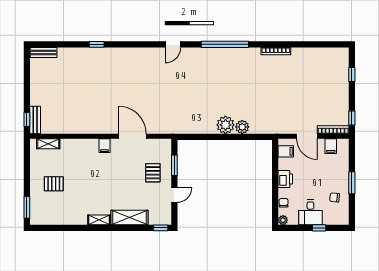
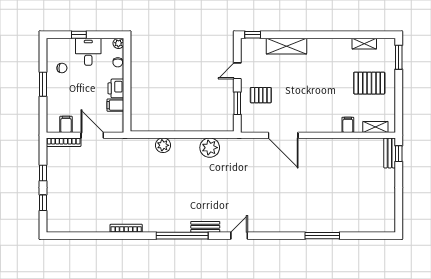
window: (97, 44) -> (322, 236), width x2.17
bench: (44, 52) -> (205, 227), moved
window: (352, 118) -> (43, 173), moved
plant: (225, 125) -> (210, 148), moved
filing cabinet: (104, 146) -> (348, 125), moved
filing cabinet: (286, 151) -> (115, 105), moved
pallet: (153, 173) -> (261, 95), turned 90
pallet: (54, 184) -> (369, 83), width x1.50, depth x1.42
shelving: (99, 220) -> (364, 44), moved

